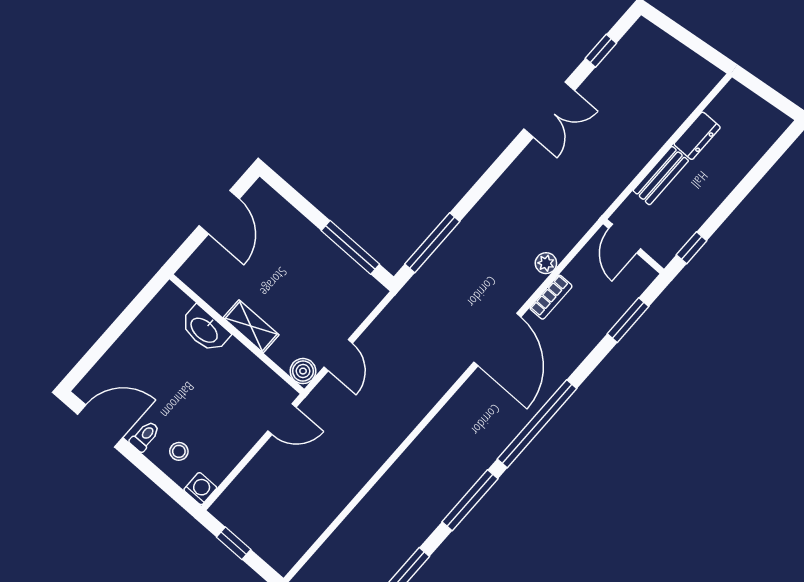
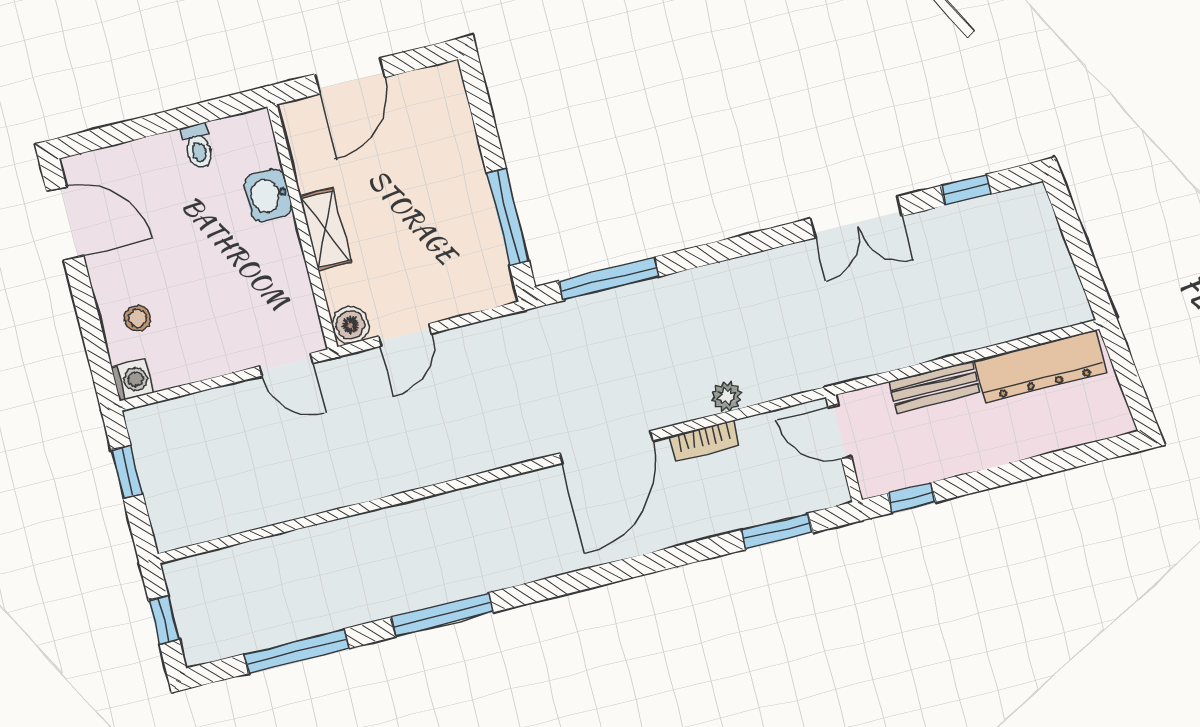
dresser: (697, 136) -> (1041, 366), width x1.96, depth x1.24
door: (219, 212) -> (350, 76), moved
door: (625, 239) -> (840, 432), hinge flipped
washbasin: (205, 330) -> (268, 195), width x0.72
window: (537, 424) -> (584, 579), removed
toilet: (145, 436) -> (198, 146), moved, turned 90

